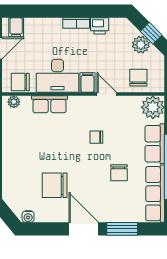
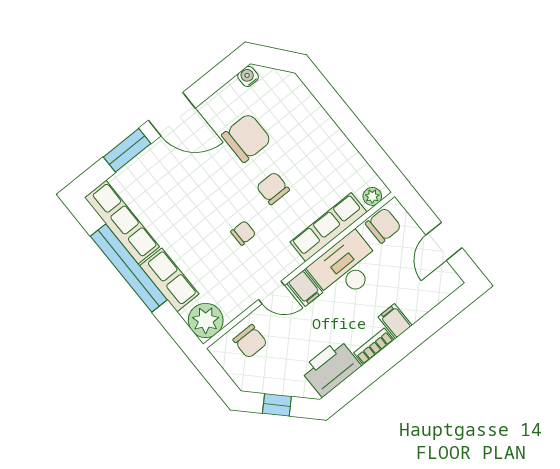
printer: (100, 26) -> (331, 368), width x1.87, depth x1.48
filing cabinet: (16, 27) -> (395, 321), moved
plant: (141, 45) -> (278, 382), removed
row of seats: (49, 104) -> (328, 227), width x1.48
chair: (119, 173) -> (273, 188), moved

